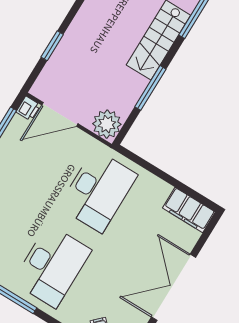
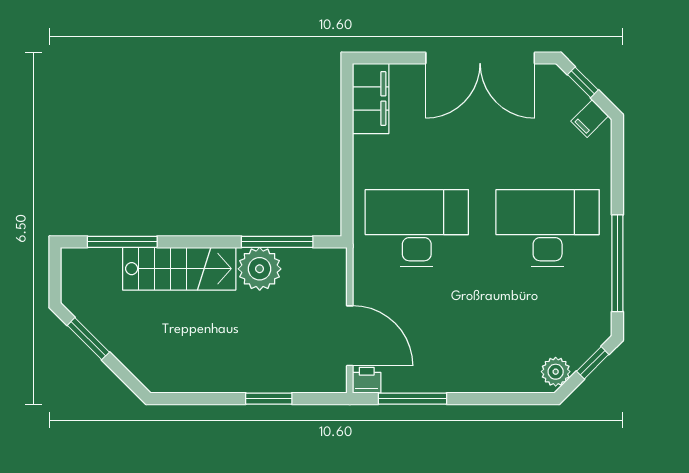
window: (150, 88) -> (277, 242), moved
plant: (107, 124) -> (260, 269), moved

